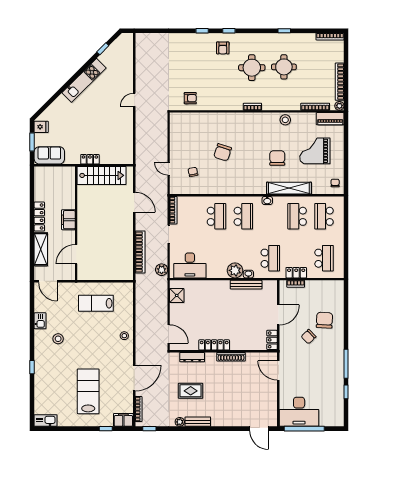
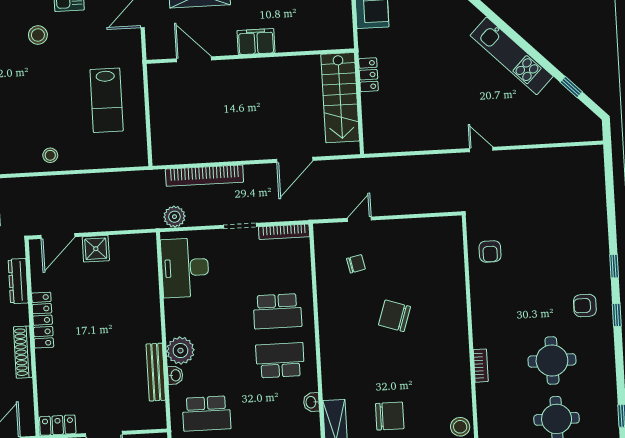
school desk: (243, 216) -> (280, 360), turned 180
shower: (177, 295) -> (96, 249), moved
lab bench: (96, 303) -> (107, 100), turned 180

